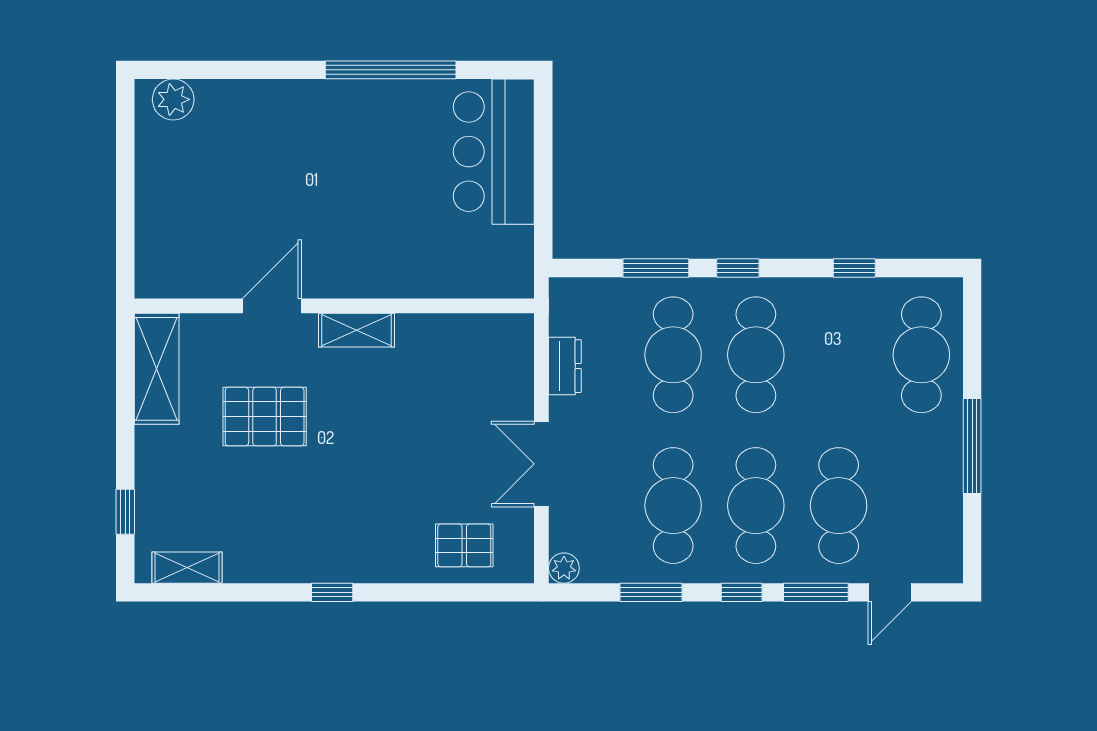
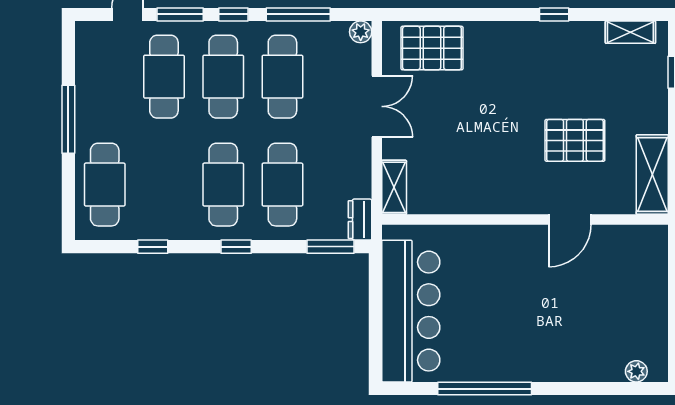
plant: (173, 99) -> (636, 371), width x0.73, depth x0.73
bar counter: (494, 152) -> (411, 311), width x1.36
window: (656, 268) -> (331, 247), moved
shelving: (357, 330) -> (394, 187), moved, turned 90
dresser: (565, 366) -> (360, 220), moved
pallet: (464, 545) -> (432, 48), width x1.50, depth x1.42
window: (332, 592) -> (554, 14), moved
window: (651, 592) -> (298, 14), width x1.44

